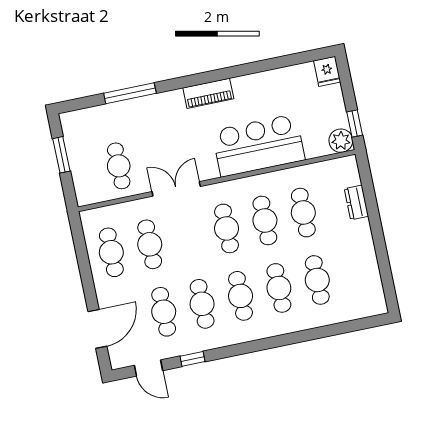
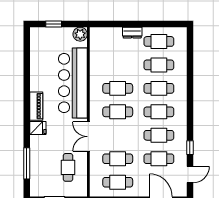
fridge: (327, 71) -> (38, 128), moved
window: (130, 93) -> (27, 163), moved
window: (355, 124) -> (54, 24), moved
bar counter: (258, 145) -> (73, 83), width x1.36
cafe table: (119, 166) -> (68, 167), turned 90
dresser: (356, 202) -> (132, 33), moved
cafe table: (303, 213) -> (159, 41), moved

